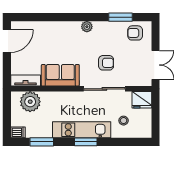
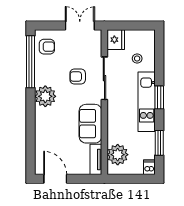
window: (120, 17) -> (31, 62), width x2.11
plant: (87, 27) -> (45, 96), width x1.88, depth x1.88
armchair: (135, 33) -> (47, 47), turned -90
armchair: (106, 63) -> (78, 76), turned -90

